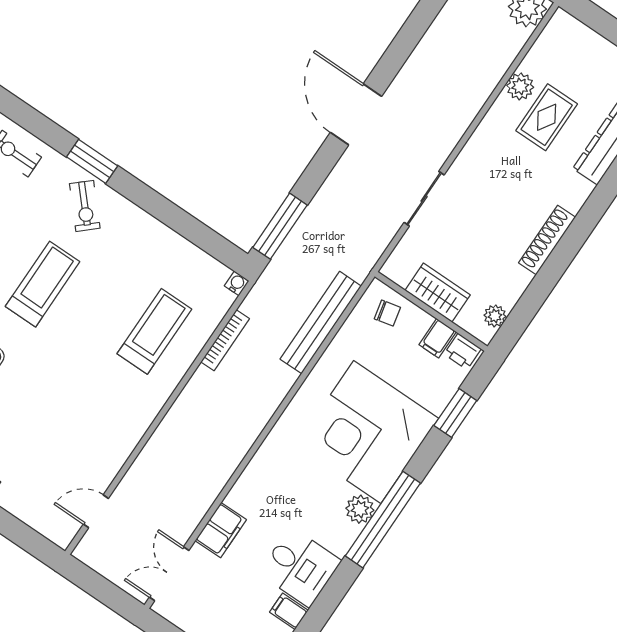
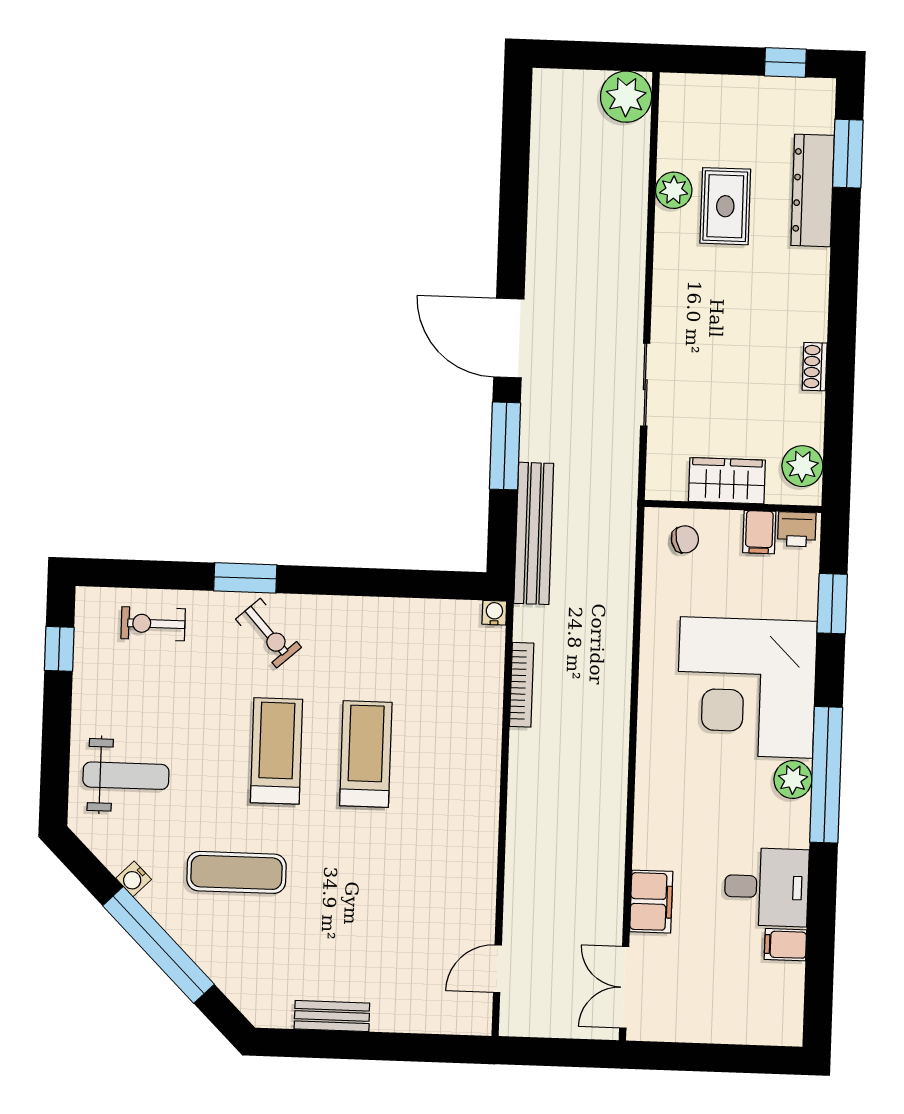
window: (280, 226) -> (505, 446), moved
shoe rack: (547, 240) -> (815, 367), width x0.51, depth x0.81
plant: (495, 316) -> (802, 466), width x1.38, depth x1.38
bench: (321, 323) -> (534, 533), moved
treadmill: (154, 331) -> (366, 754), moved

